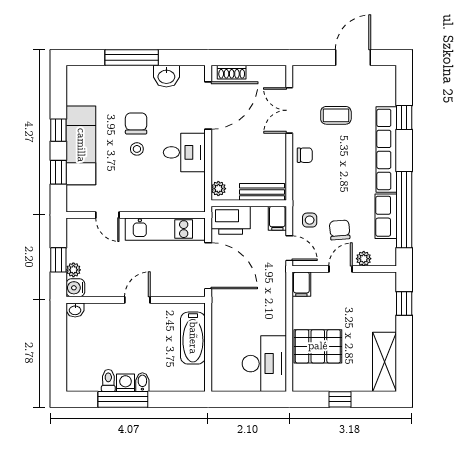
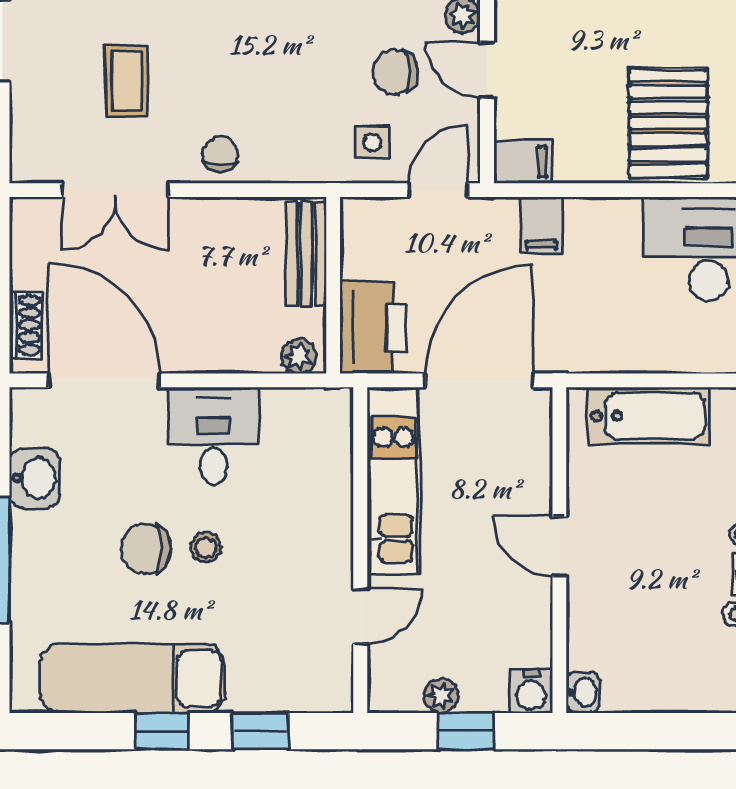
exam couch: (81, 145) -> (132, 678), moved
filing cabinet: (277, 218) -> (541, 225), moved, turned 90
plant: (73, 270) -> (441, 696), moved

